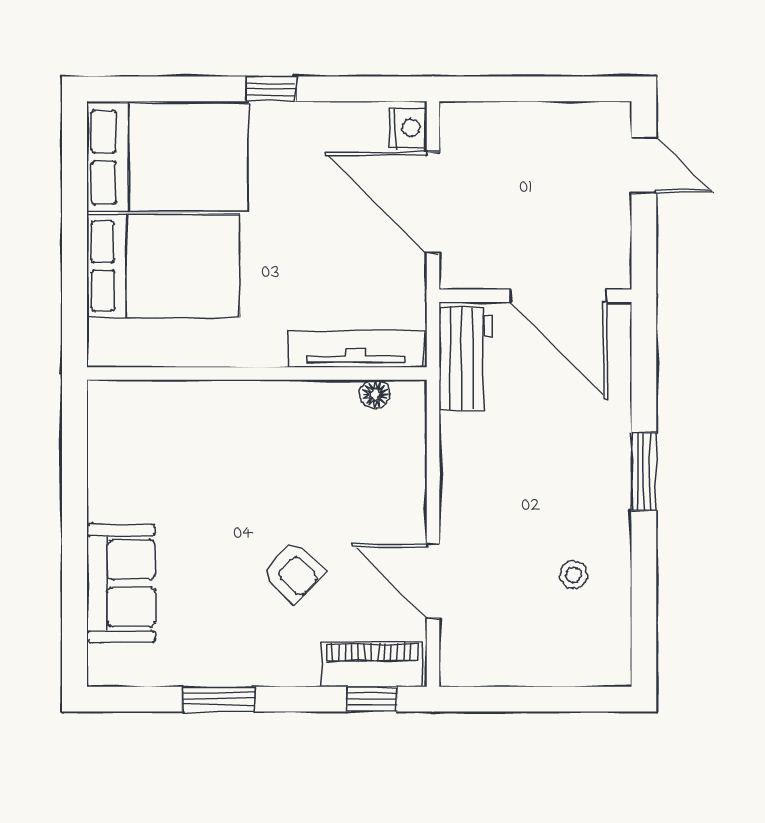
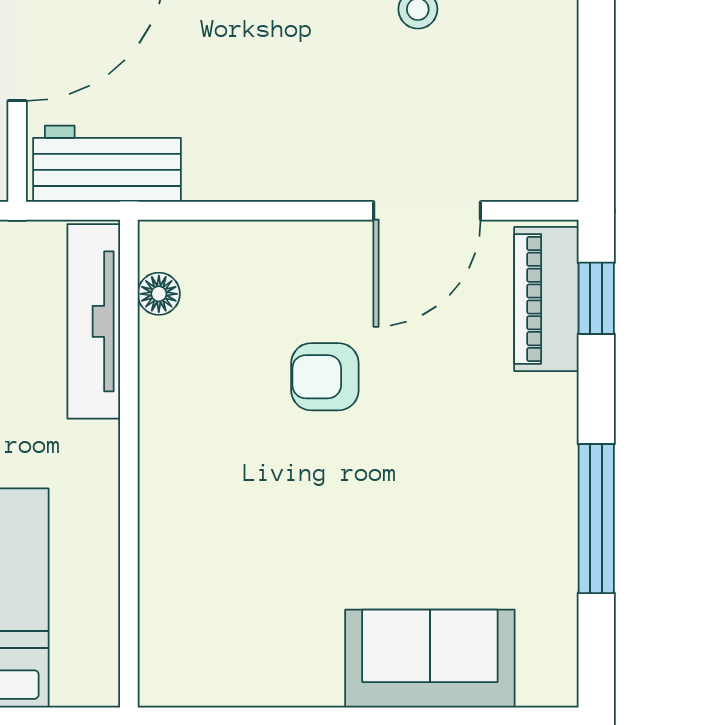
armchair: (293, 572) -> (325, 377), moved, turned -133
window: (218, 699) -> (596, 519), width x1.44

